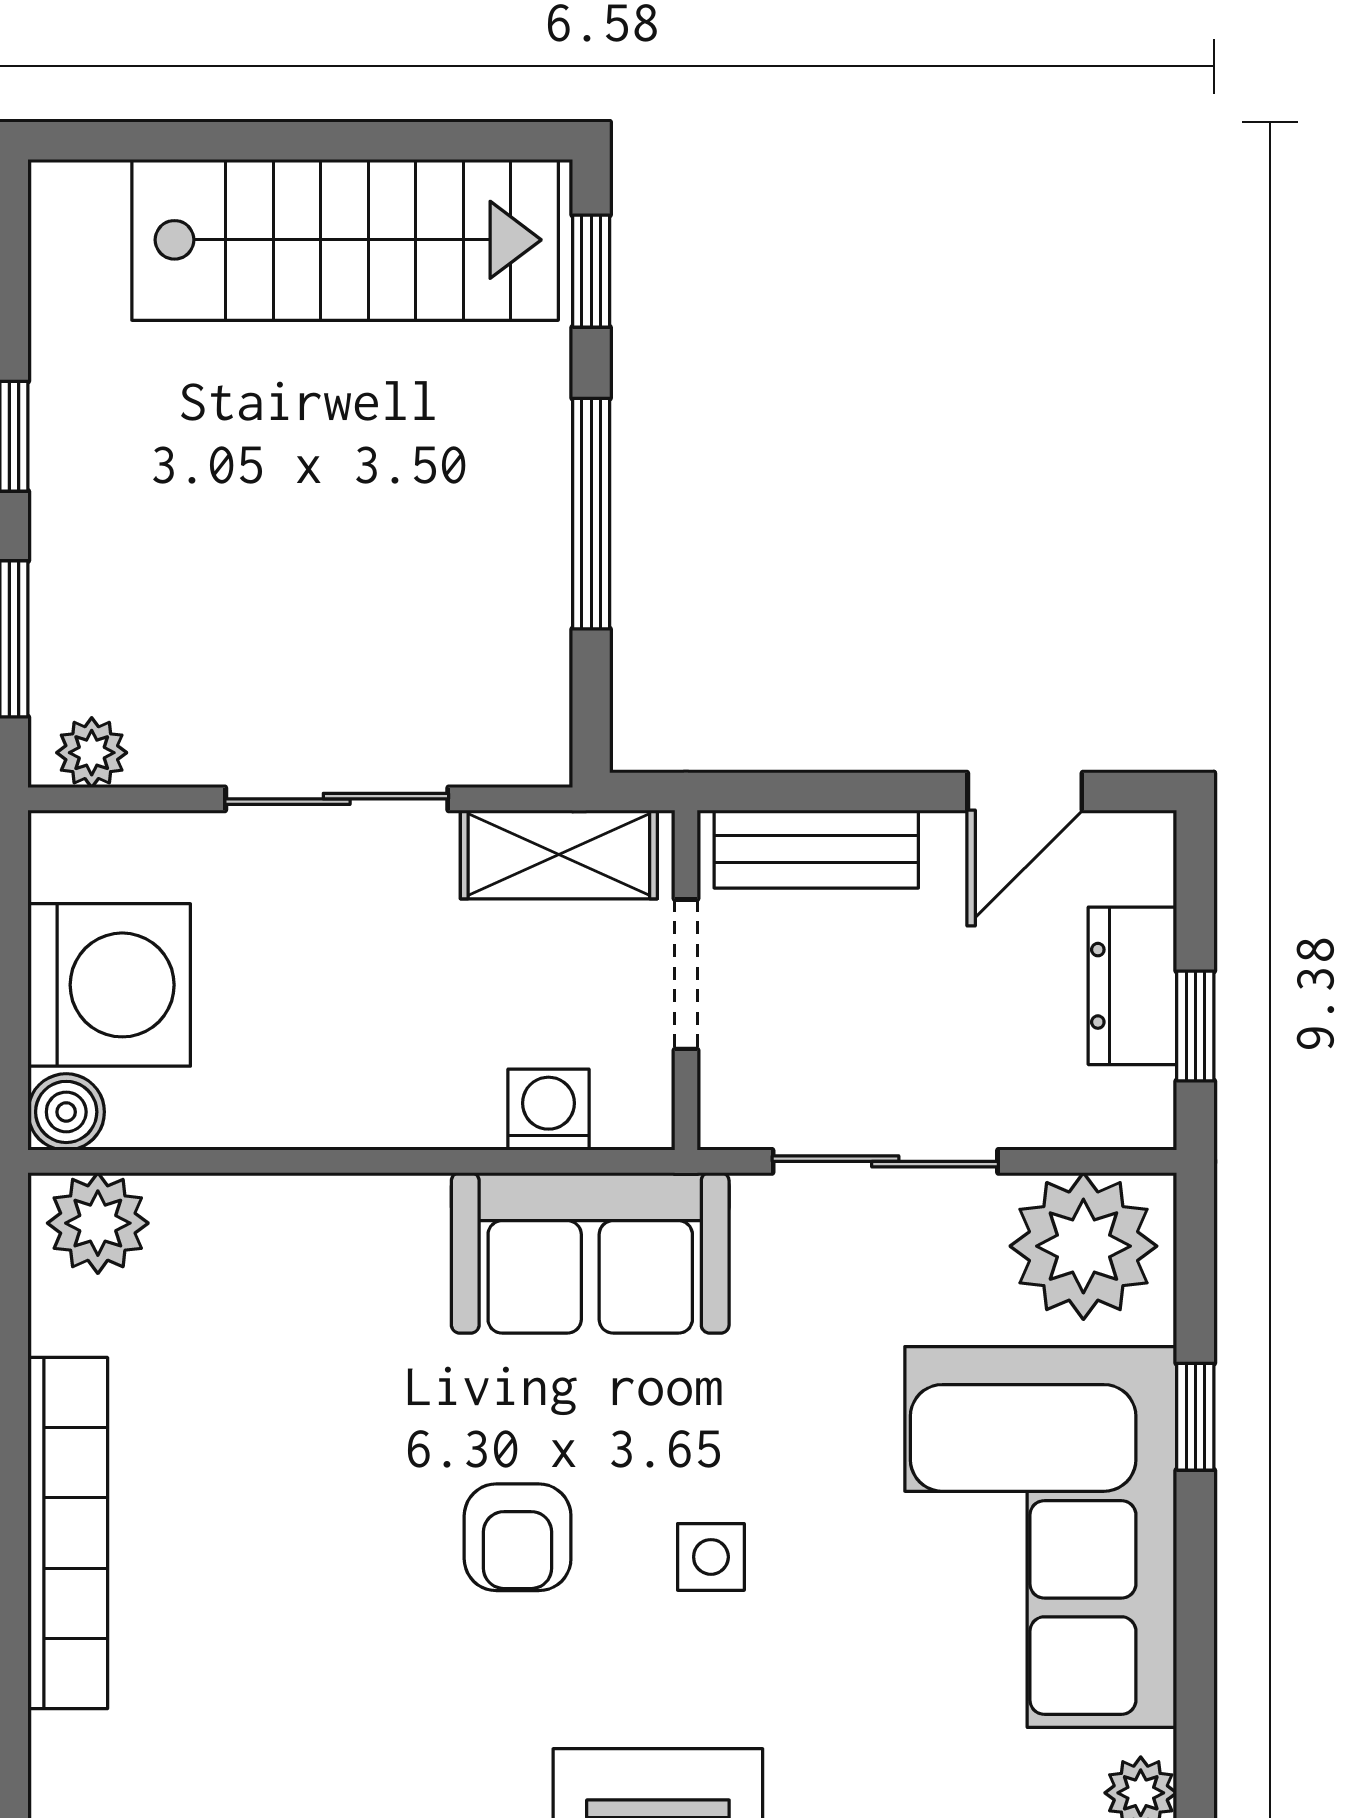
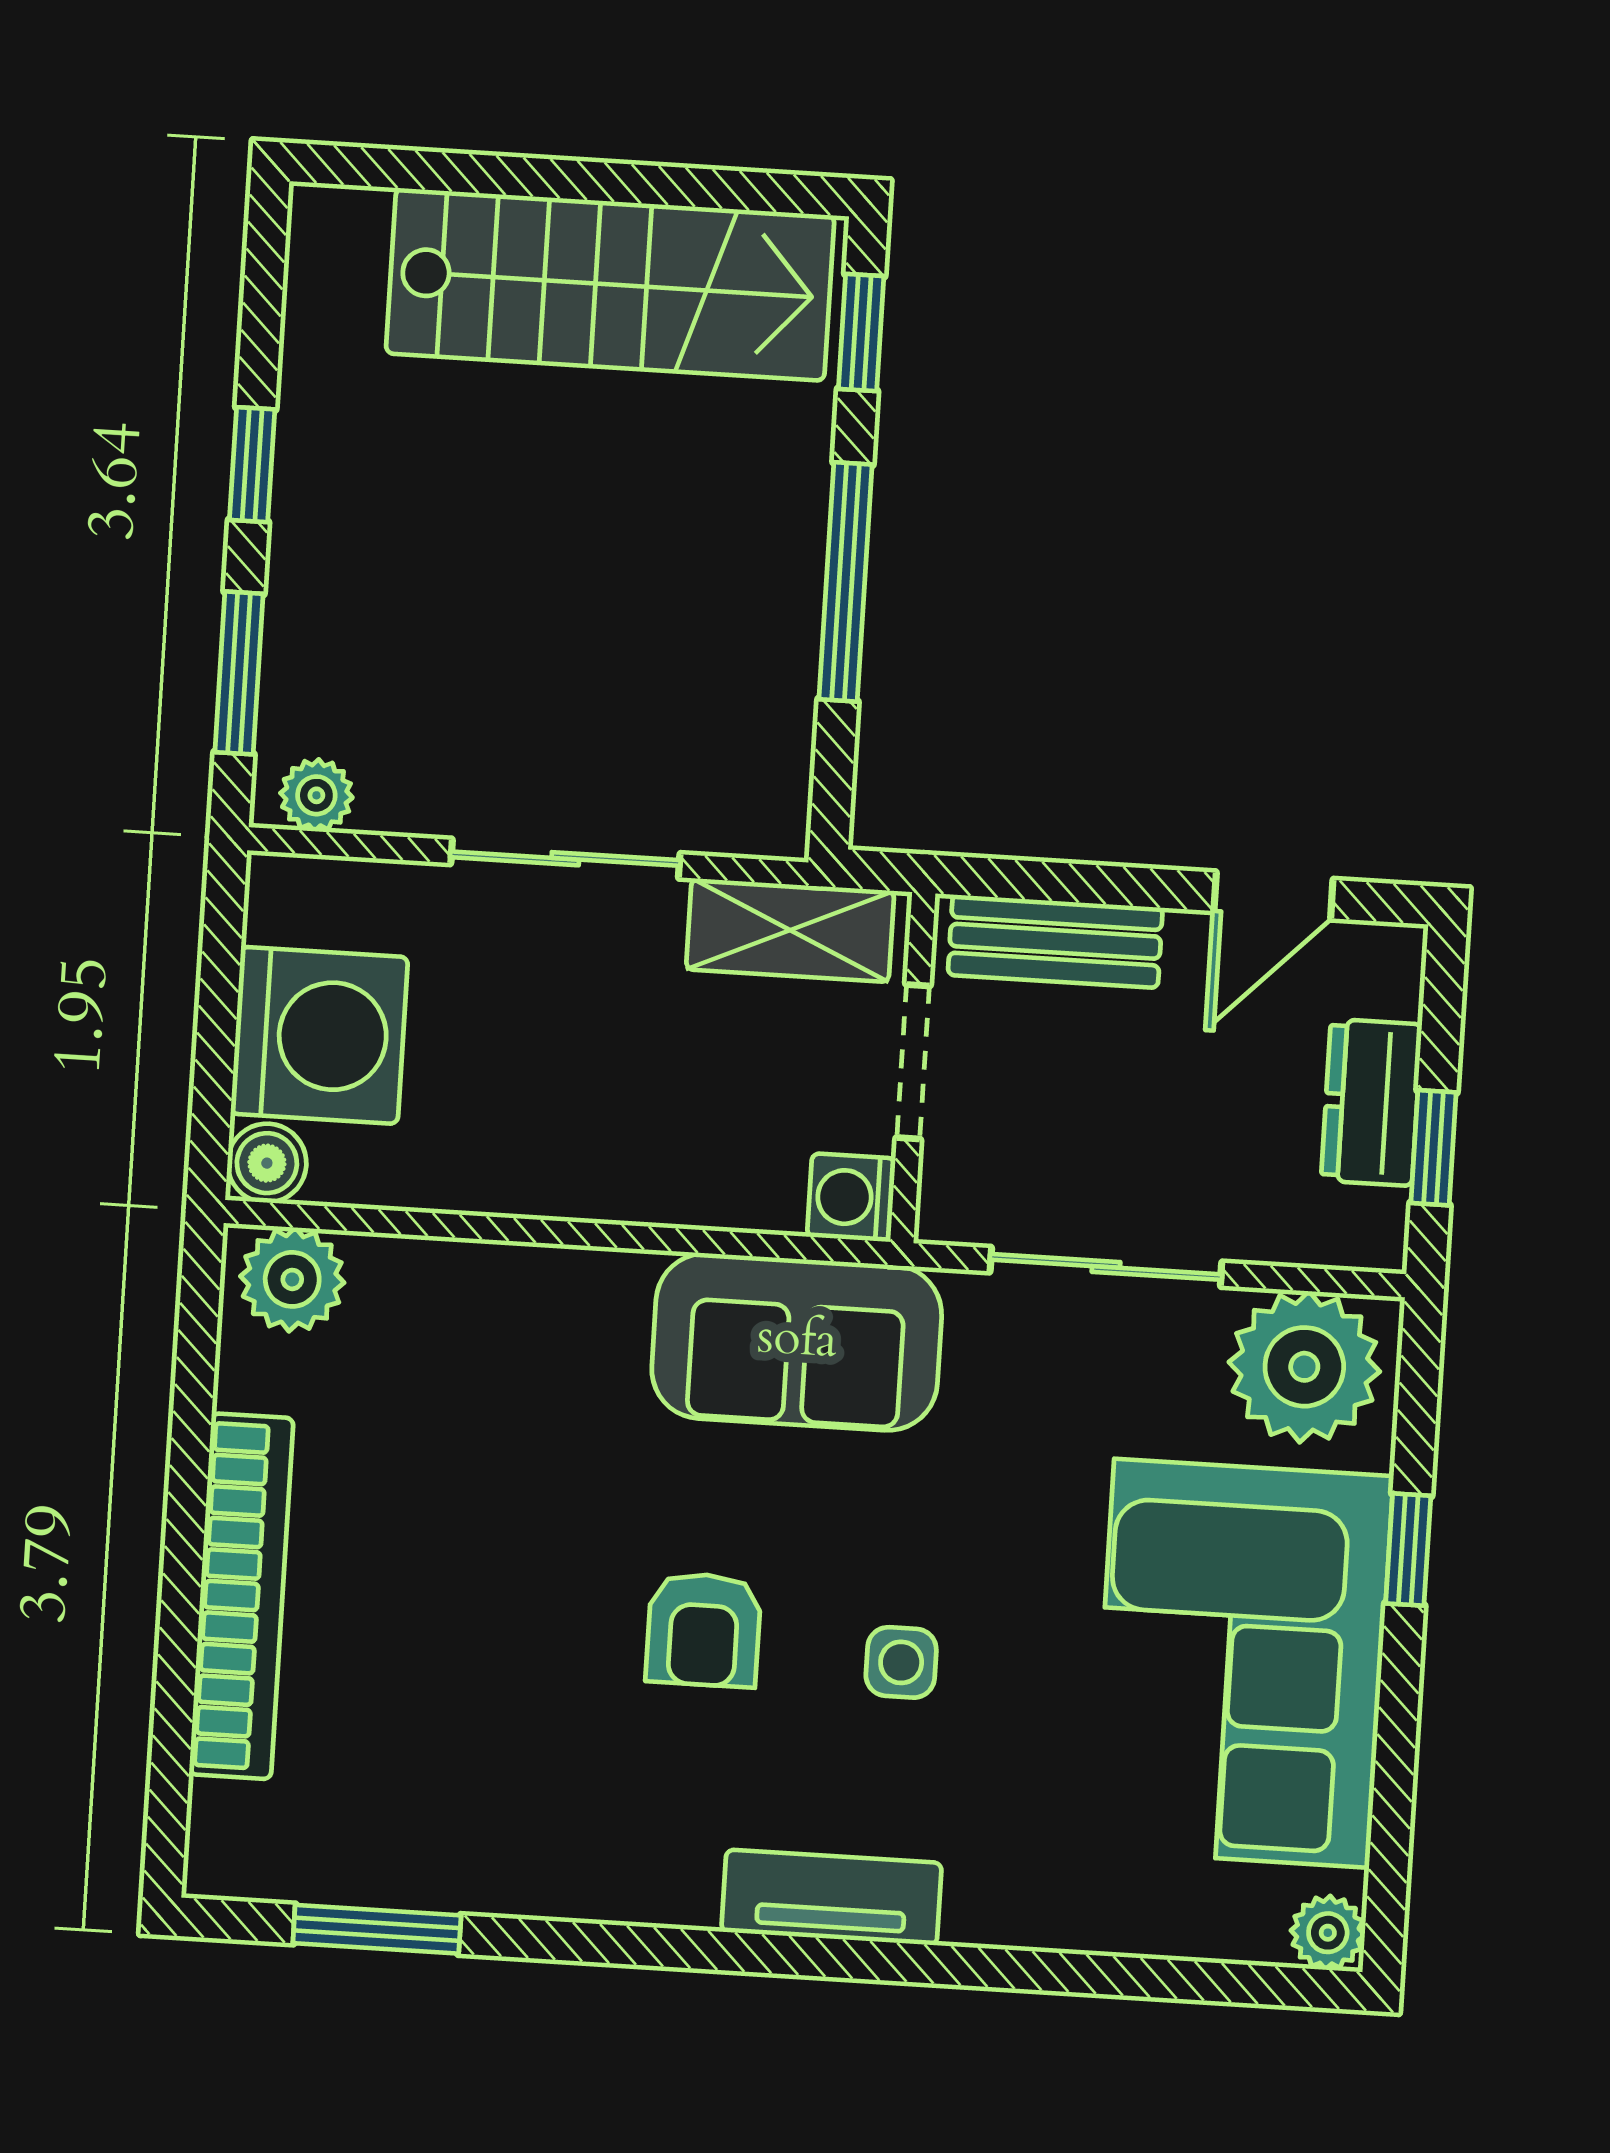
washing machine: (548, 1110) -> (851, 1197), moved, turned -90

